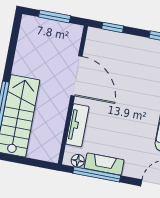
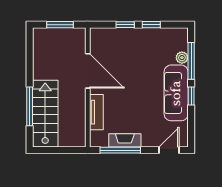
window: (113, 27) -> (125, 25), moved
floor lamp: (78, 161) -> (102, 142), removed

